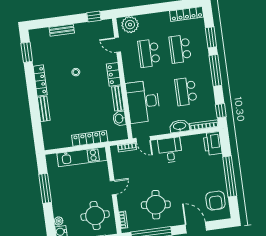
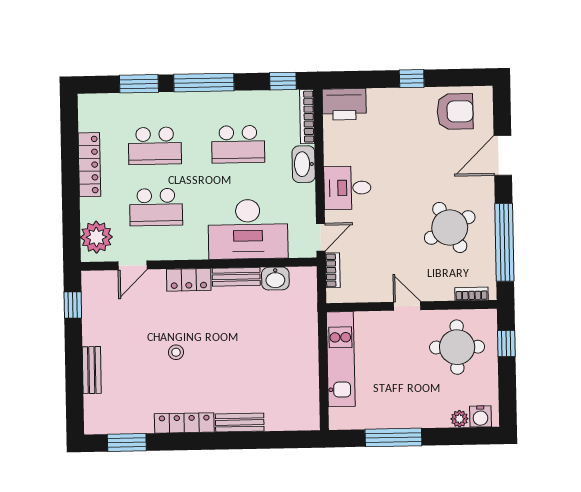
locker: (187, 14) -> (89, 165), moved
locker: (90, 138) -> (307, 340), removed
window: (230, 176) -> (412, 79), width x0.32
round table: (156, 205) -> (450, 227), turned -34

